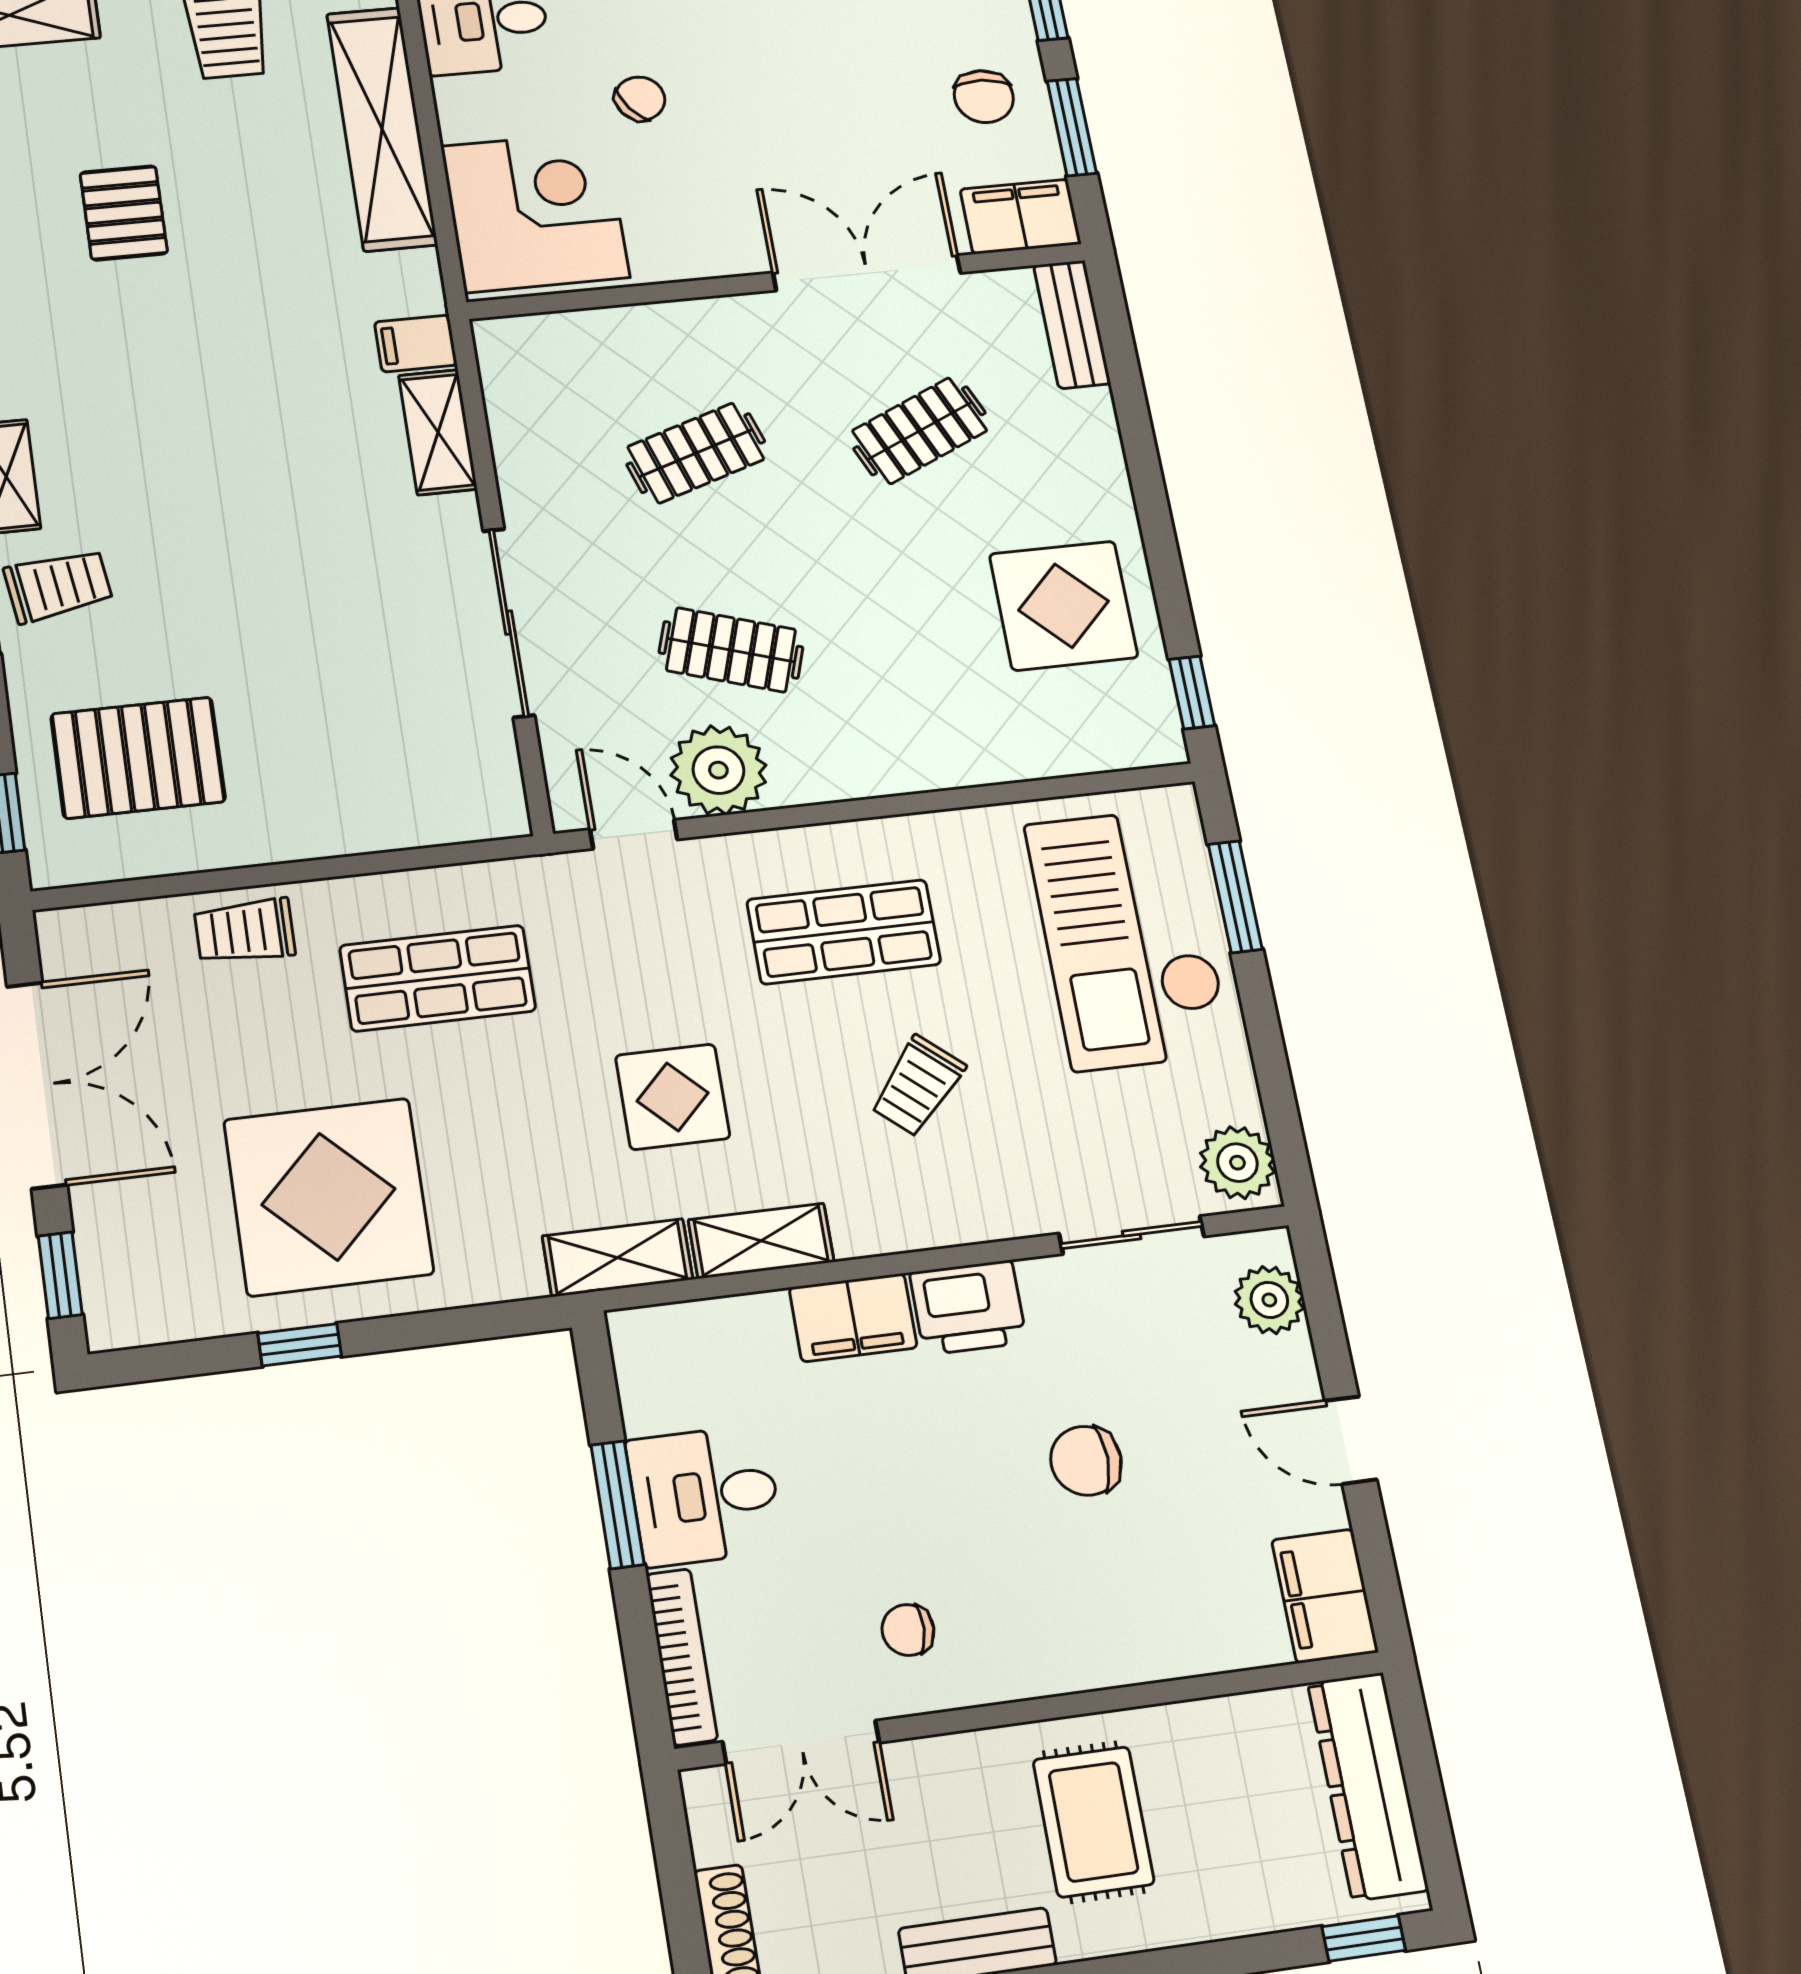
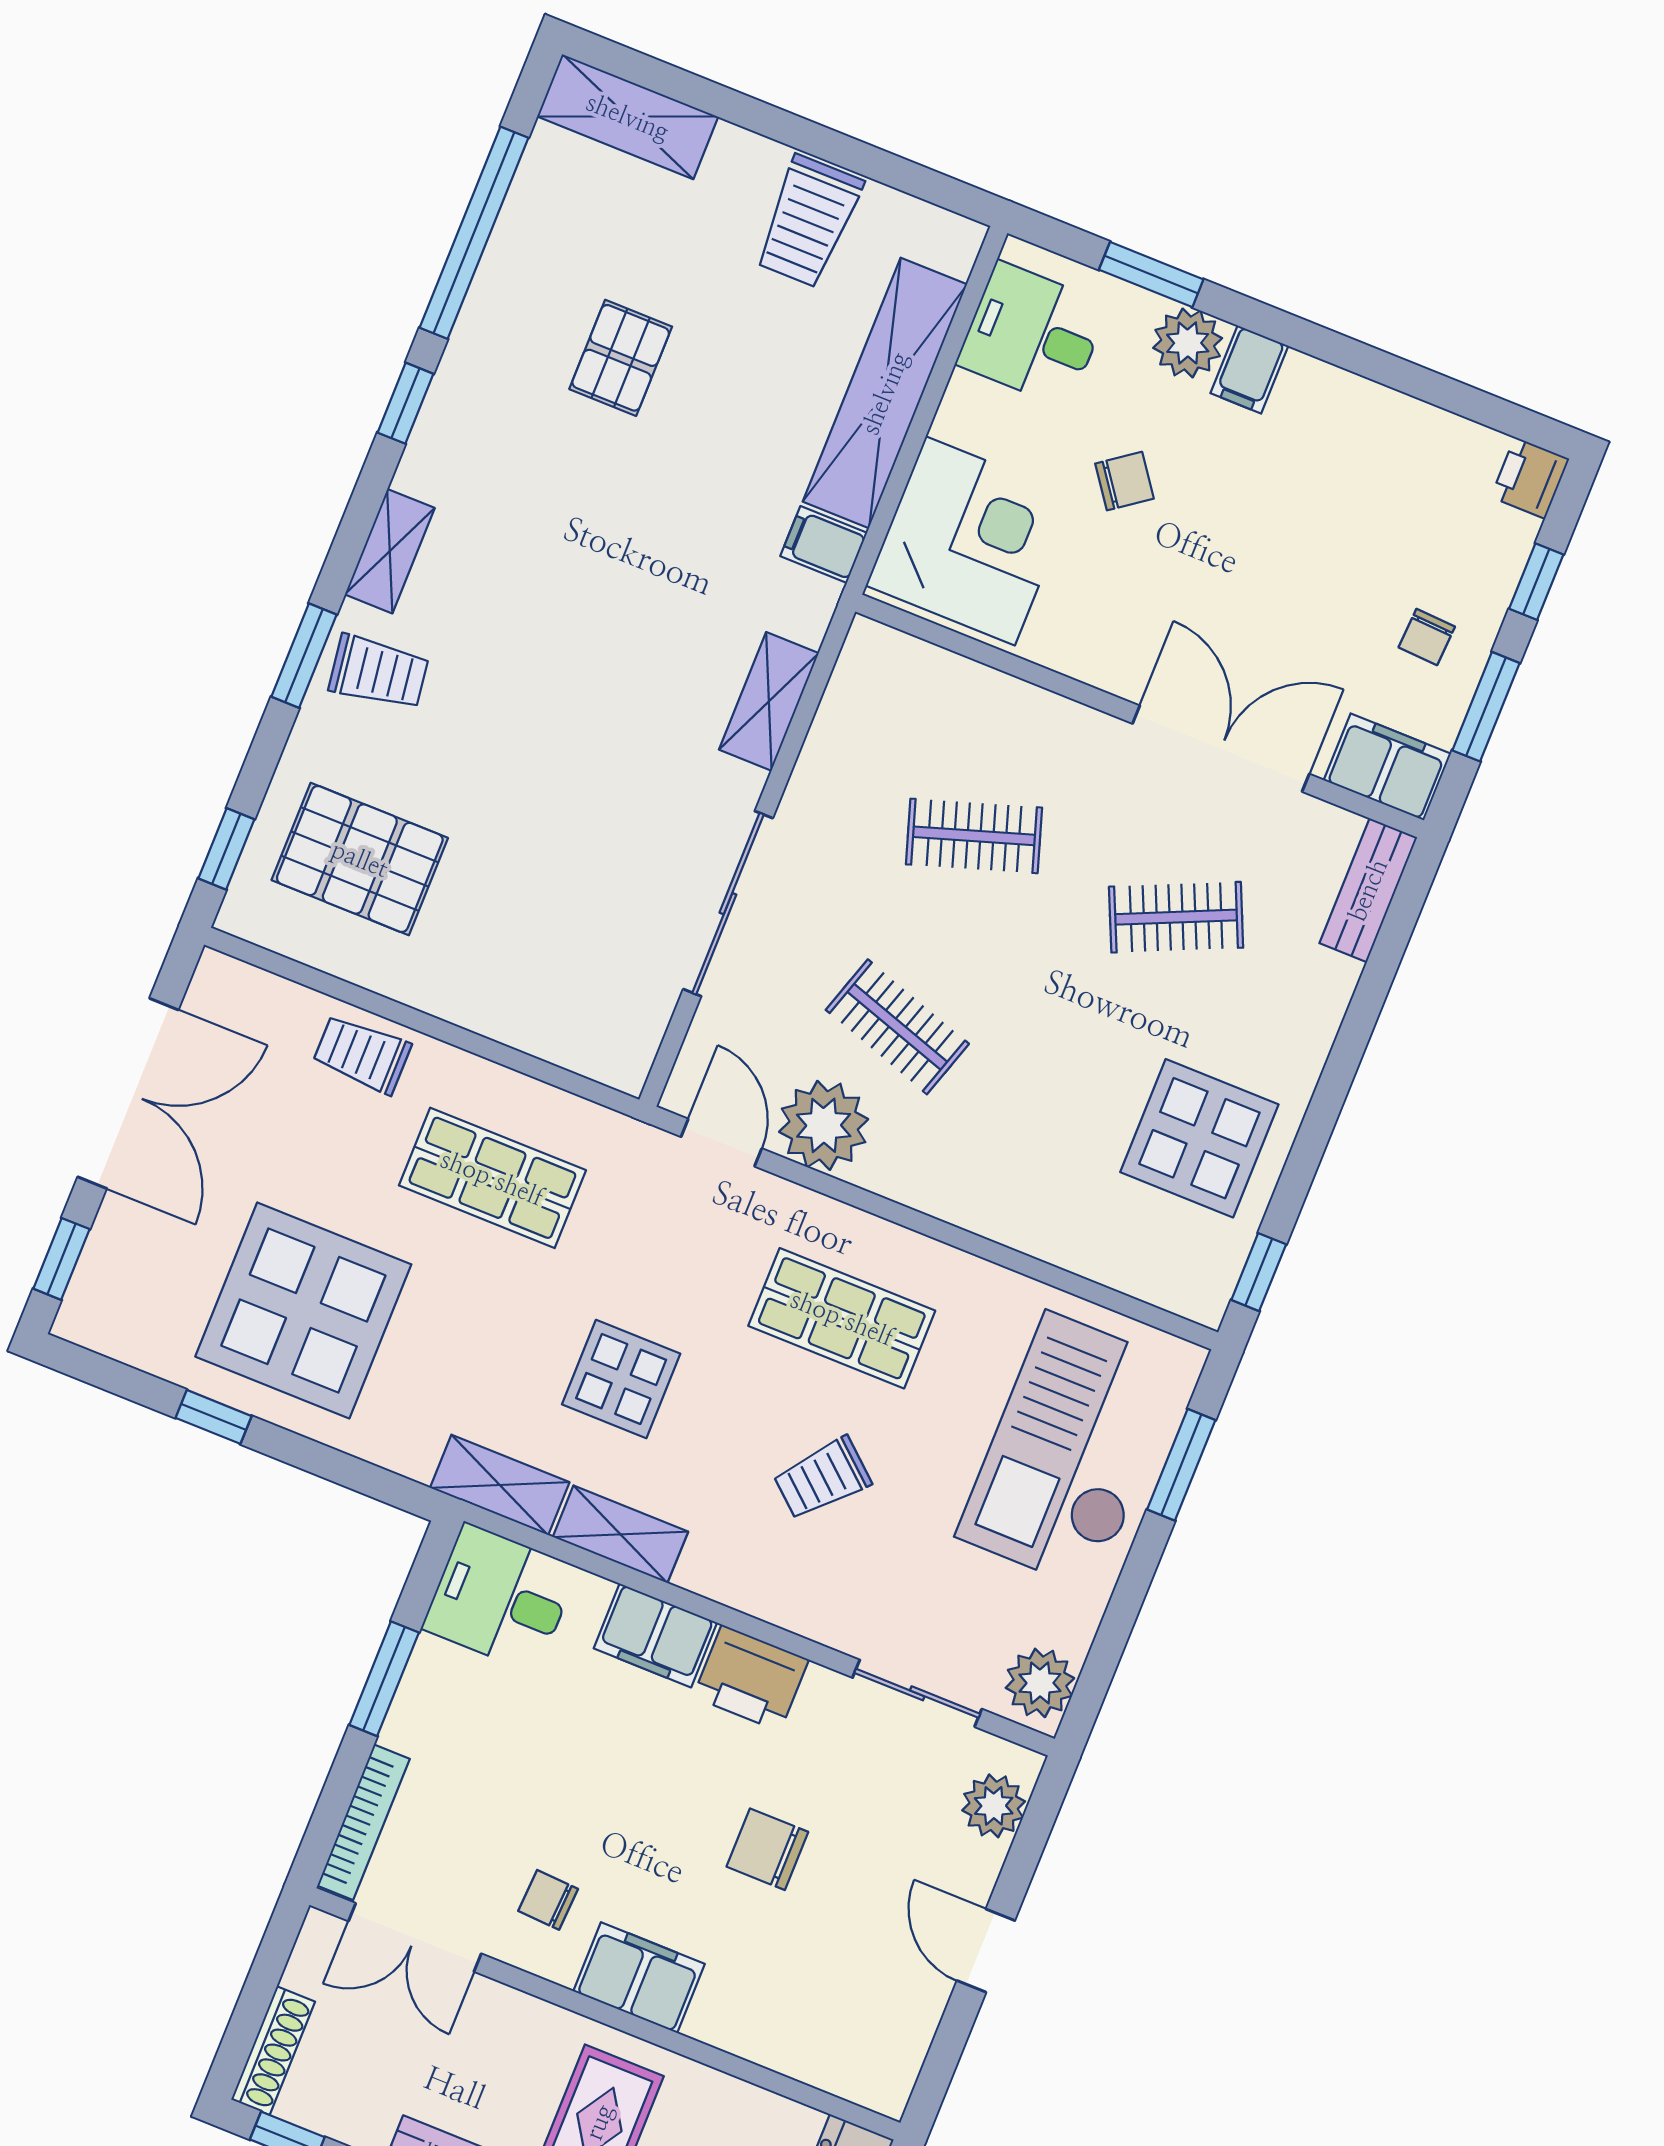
chair: (984, 97) -> (1427, 637), width x0.73, depth x0.73
filing cabinet: (416, 343) -> (824, 544), moved
desk: (705, 1495) -> (500, 1598), moved
filing cabinet: (1325, 1596) -> (639, 1978), moved, turned 90

